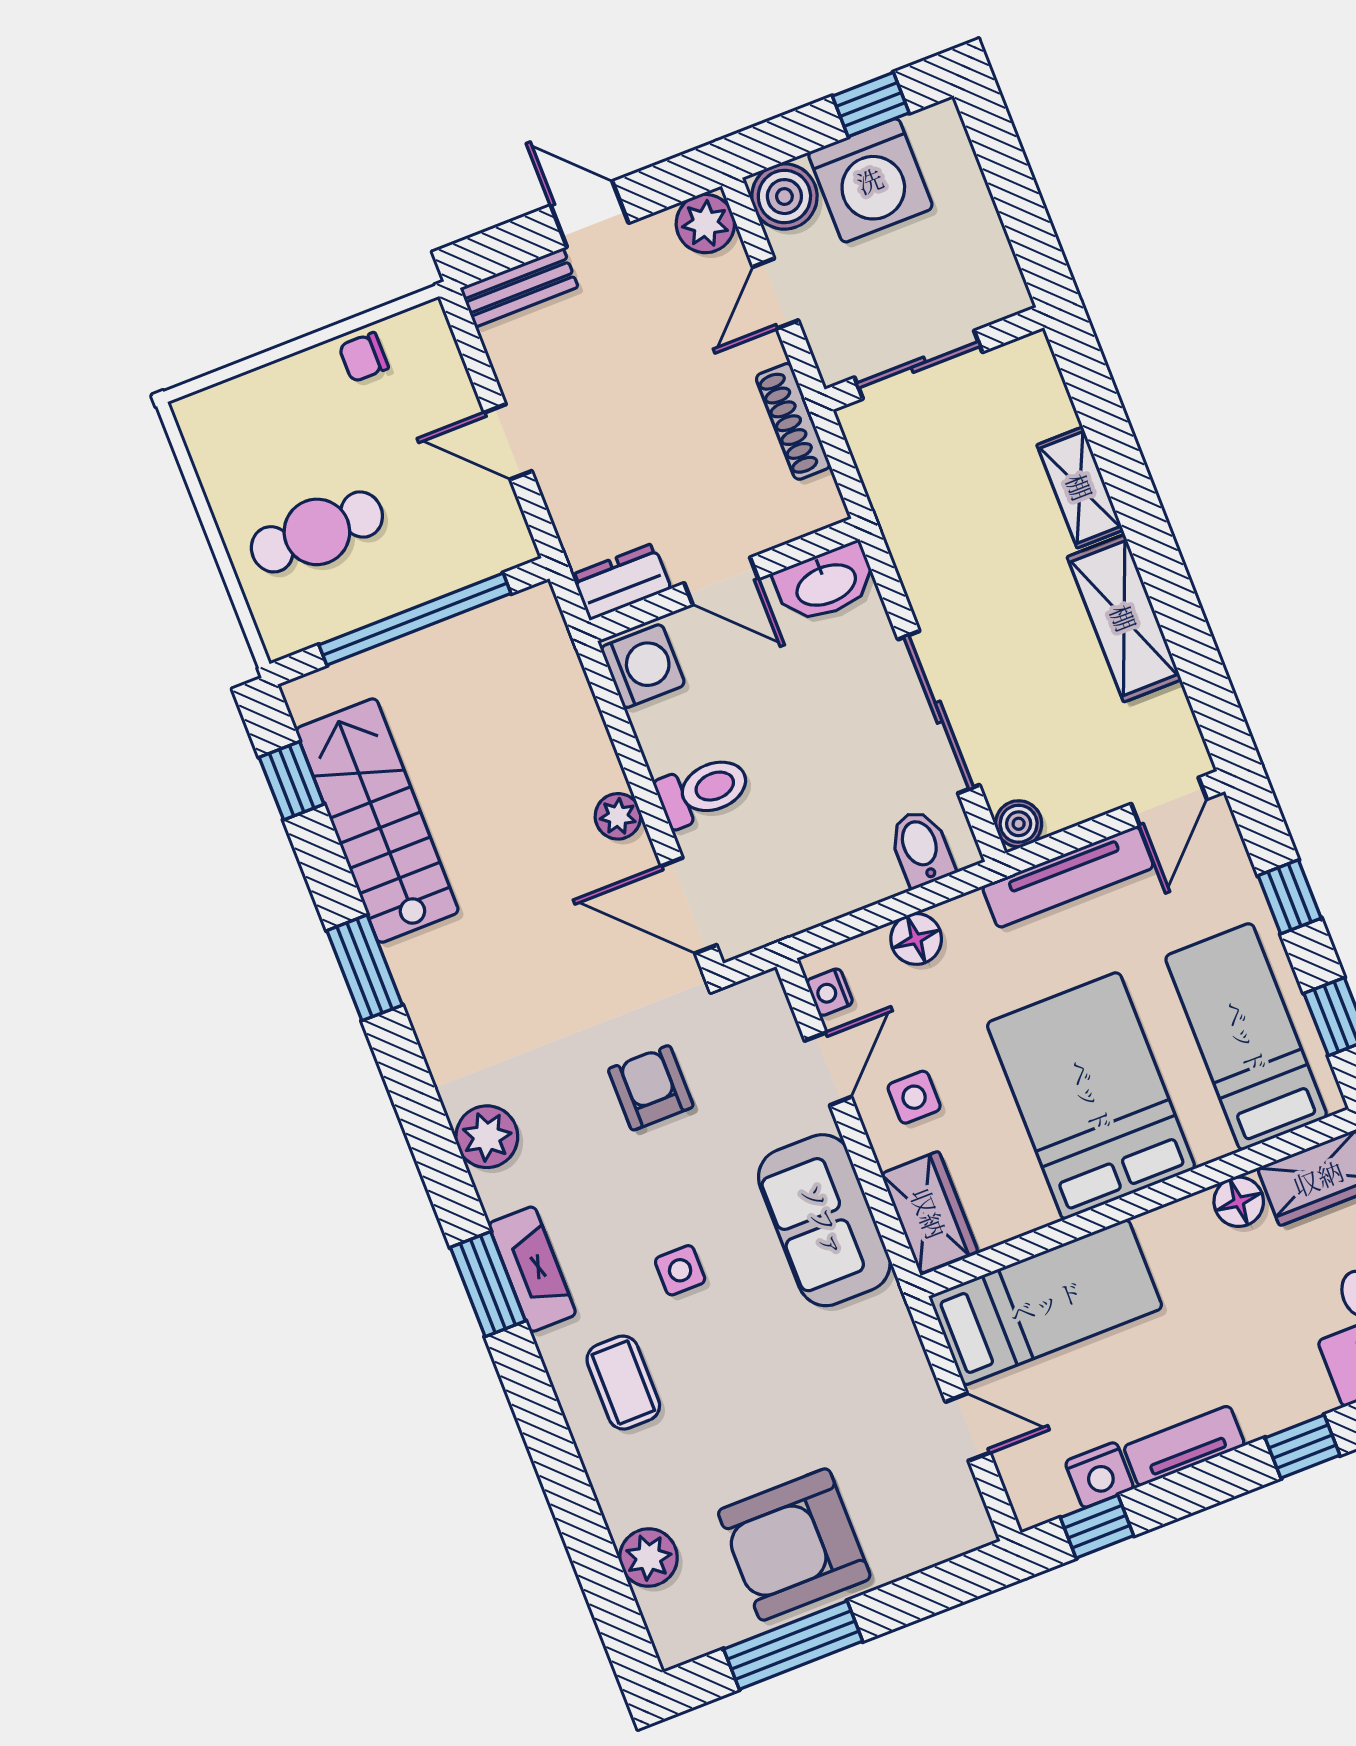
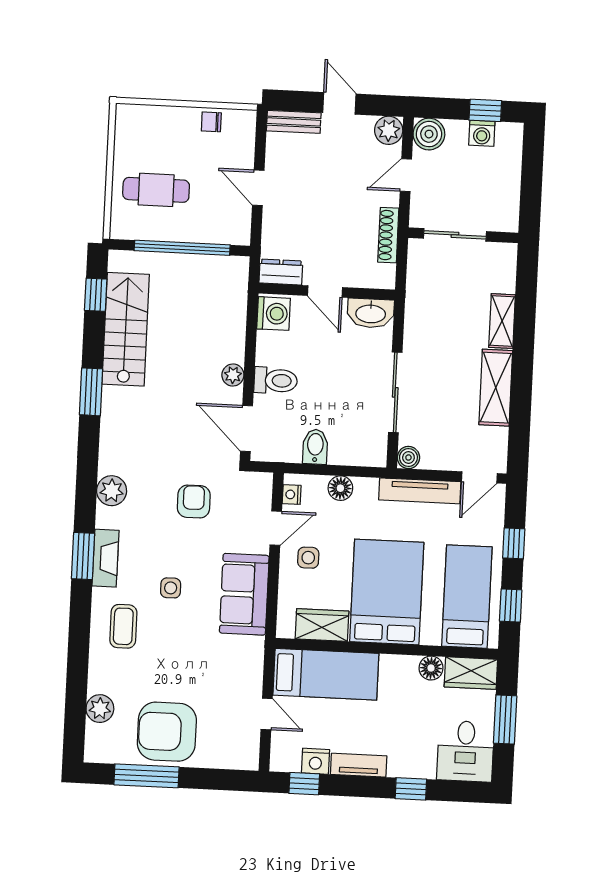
washing machine: (870, 180) -> (482, 133), width x0.53, depth x0.53
bidet: (921, 848) -> (315, 447), moved
wardrobe: (929, 1213) -> (322, 625), moved, turned -90

